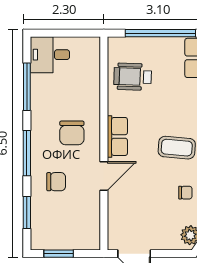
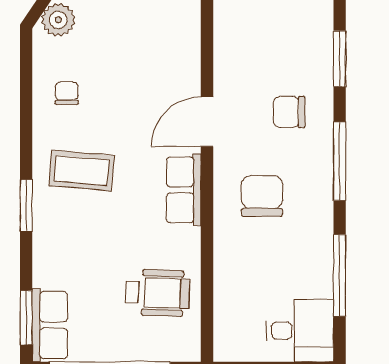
chair: (185, 193) -> (67, 93), turned 90

